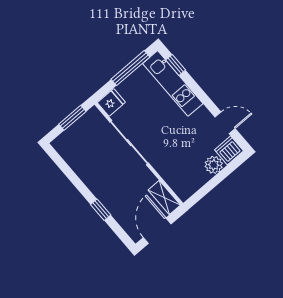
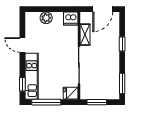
door: (225, 123) -> (22, 45), moved
dishwasher: (229, 150) -> (71, 19), moved
window: (62, 164) -> (122, 84), added
shelving: (164, 197) -> (85, 35), moved

